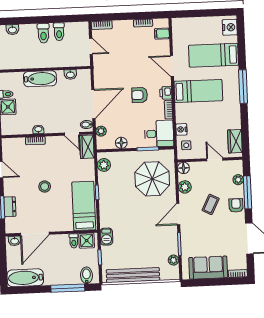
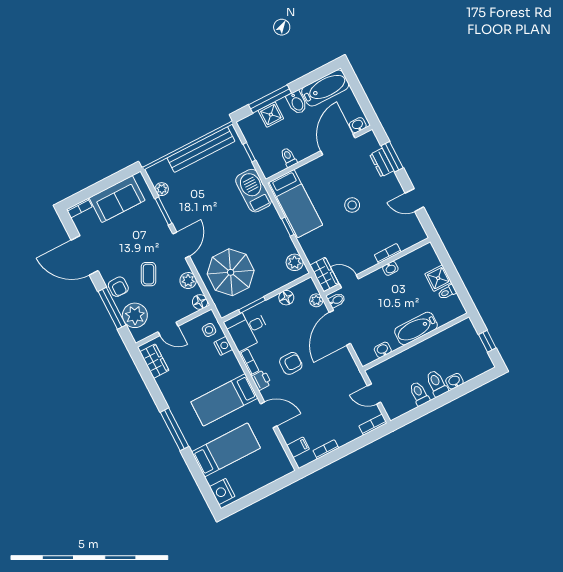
washbasin: (12, 30) -> (454, 381), moved
plant: (238, 180) -> (135, 315), width x1.88, depth x1.88
barbecue: (106, 237) -> (254, 191), width x1.88, depth x1.53
shower: (87, 241) -> (271, 115), moved
bidet: (86, 275) -> (297, 103), moved

